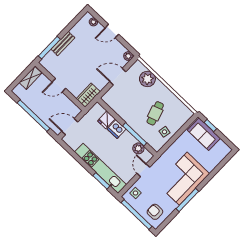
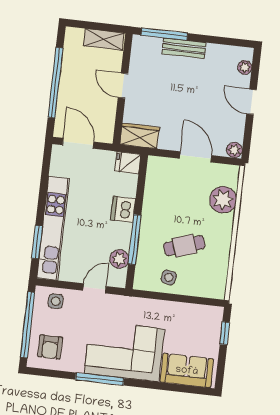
fridge: (106, 120) -> (128, 163), moved
sofa: (204, 134) -> (187, 371), moved, turned 90
armchair: (155, 212) -> (50, 347), turned 180

